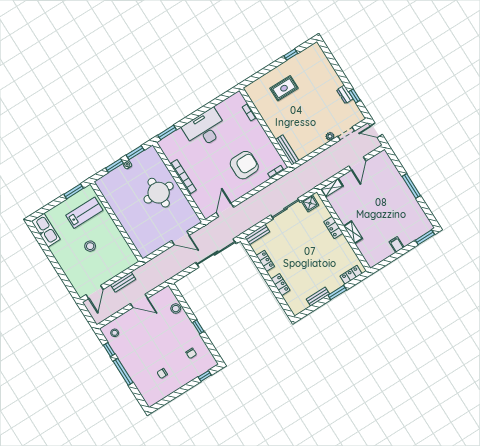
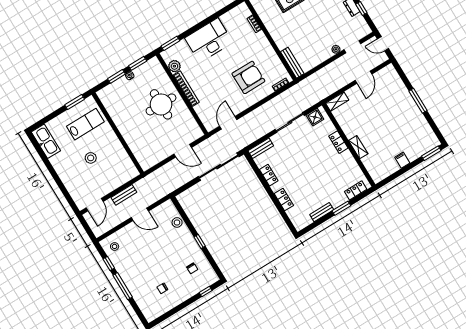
plant: (171, 155) -> (174, 66), added

